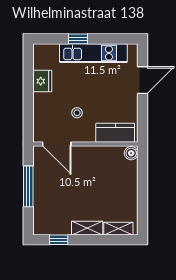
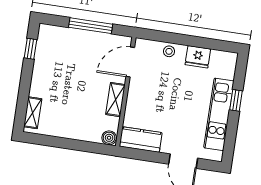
stool: (77, 113) -> (169, 51), moved
kitchen counter: (115, 133) -> (141, 140), moved, turned -90
shelving: (87, 228) -> (115, 100), moved

